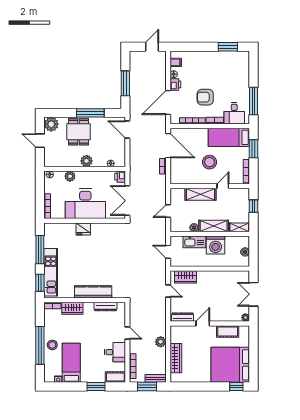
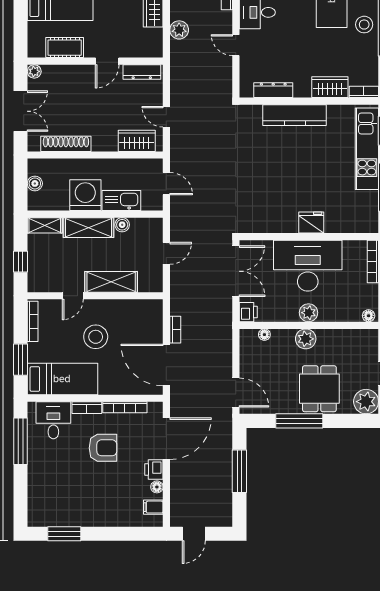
plant: (70, 176) -> (309, 313), moved
shoe rack: (227, 275) -> (66, 144), added

